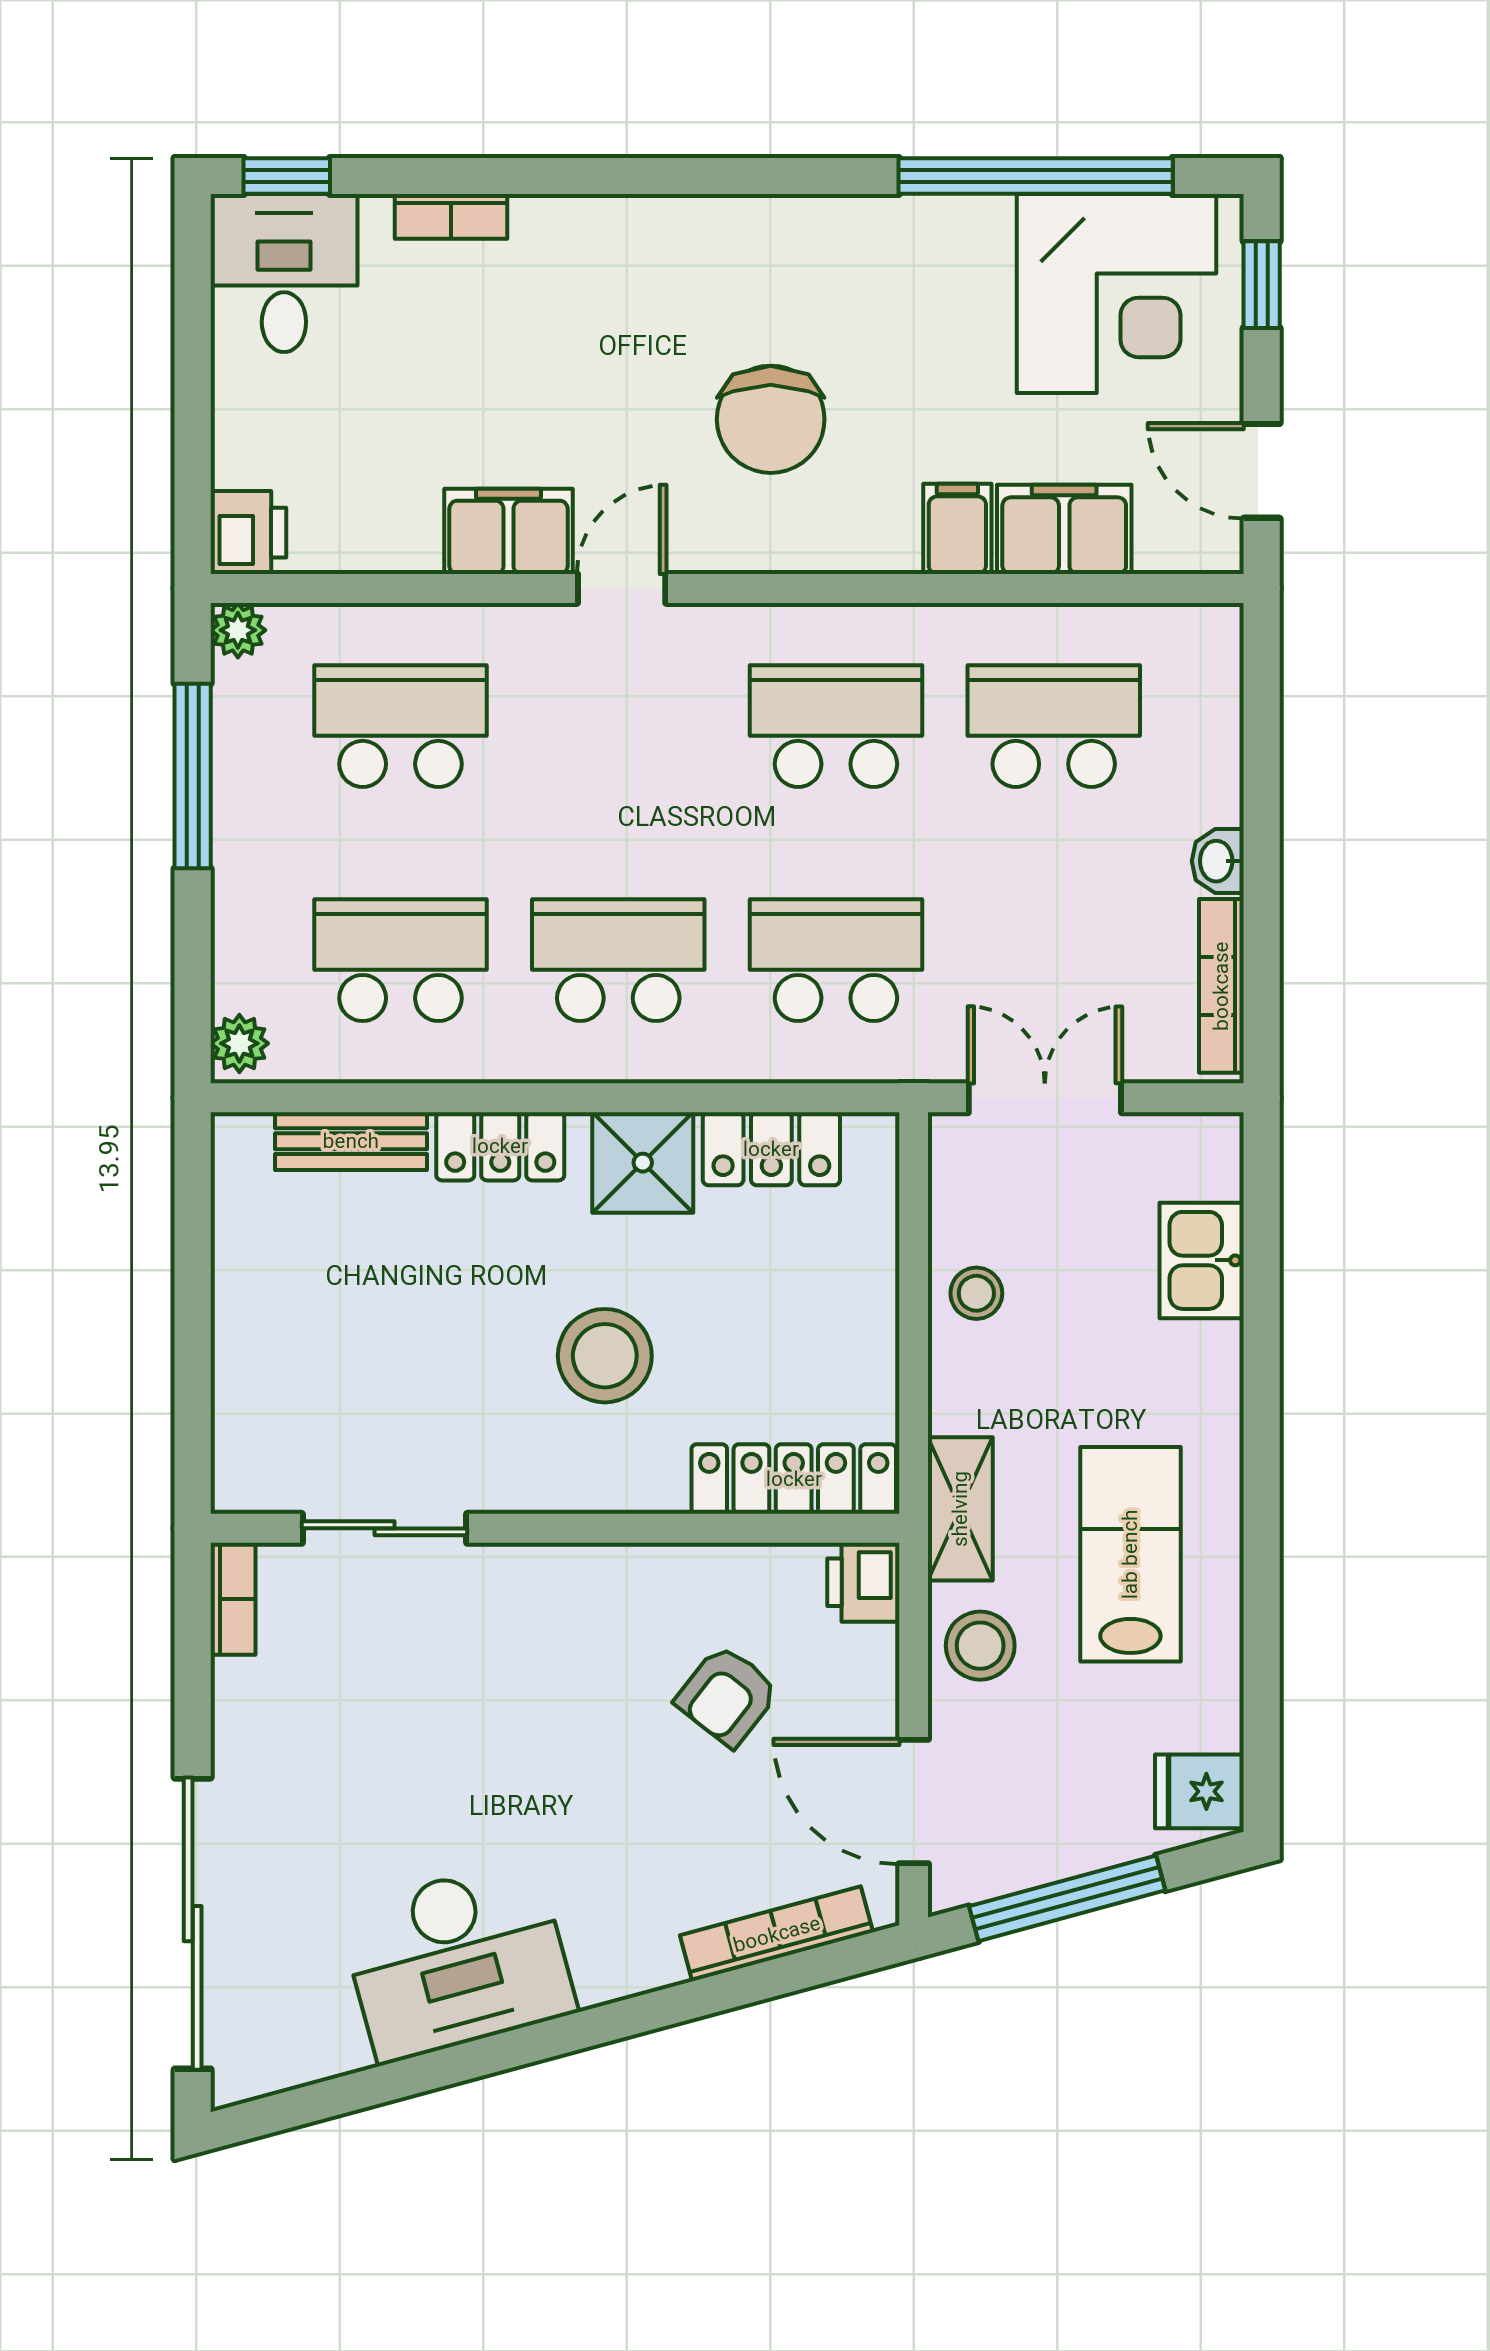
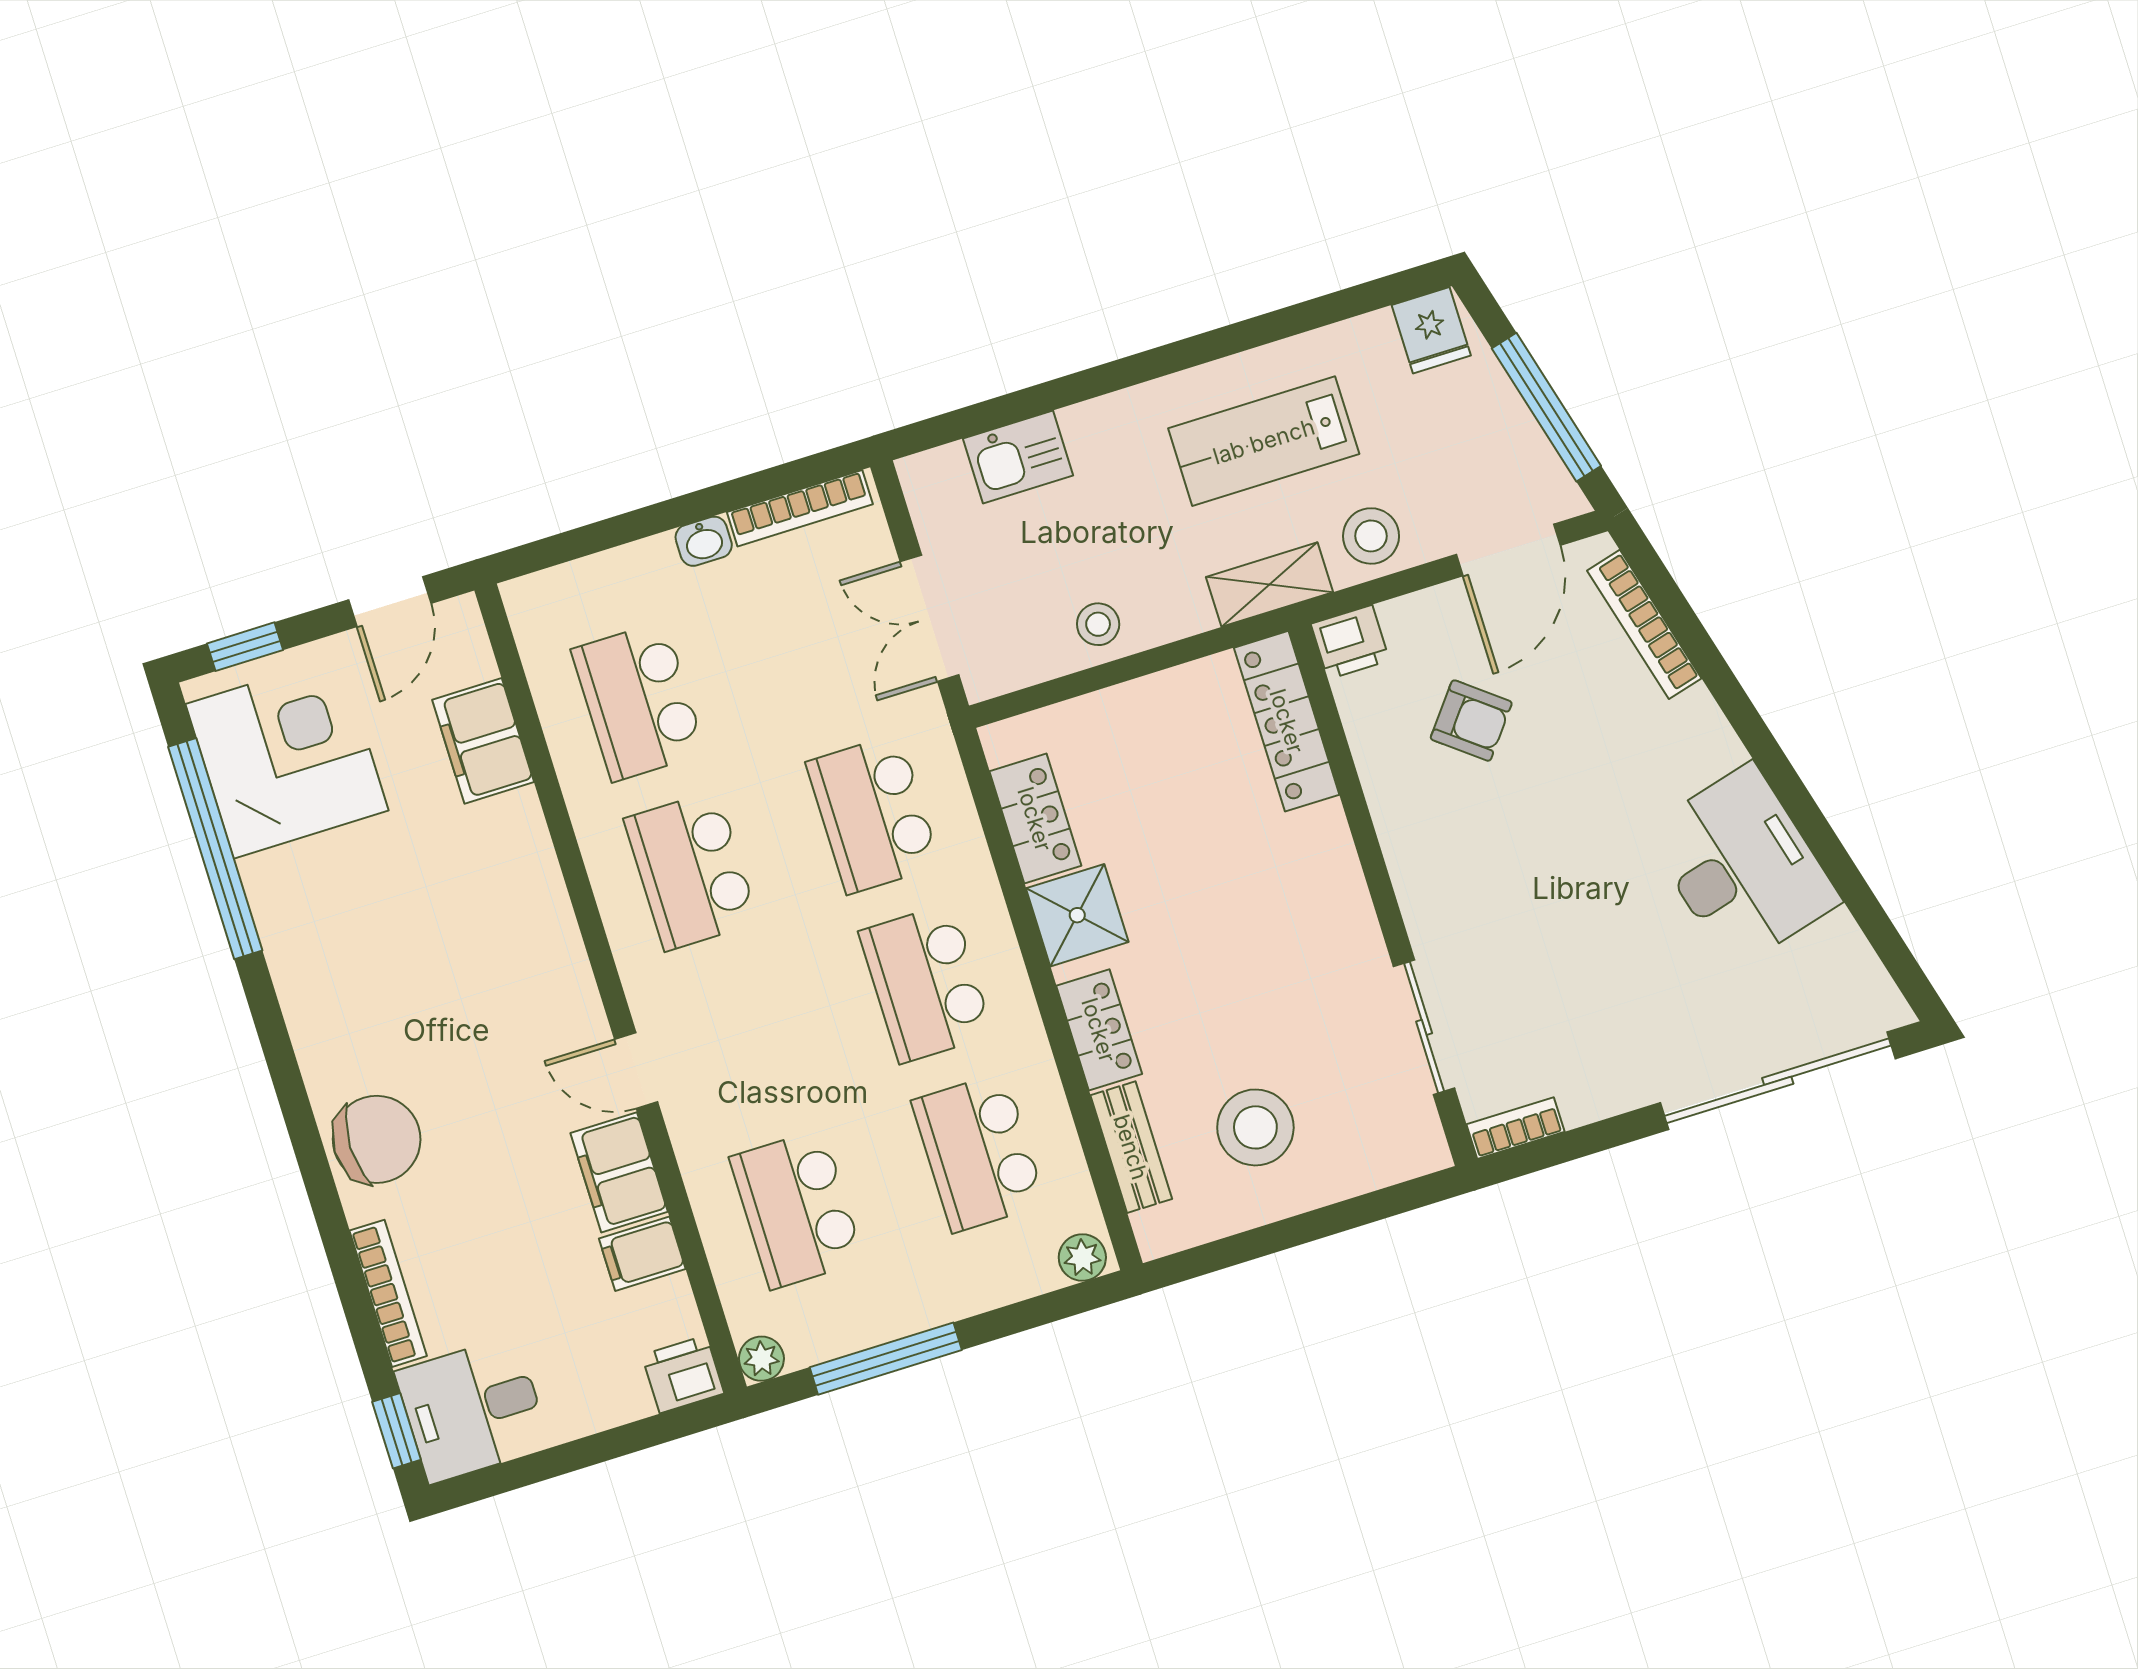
bookcase: (451, 216) -> (388, 1293), width x1.56
chair: (771, 419) -> (377, 1139), moved
filing cabinet: (957, 529) -> (642, 1254), moved
stool: (605, 1356) -> (1255, 1127), moved

